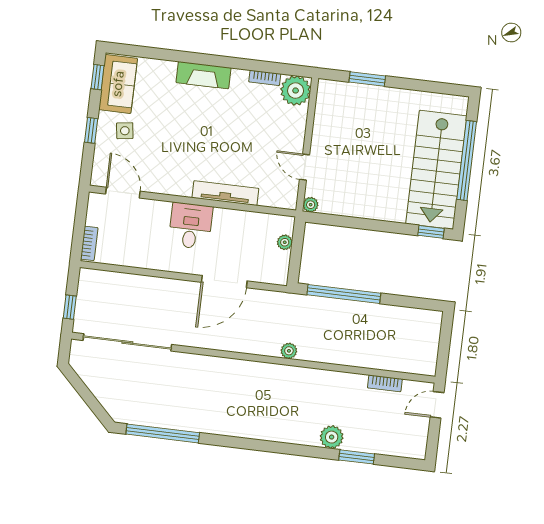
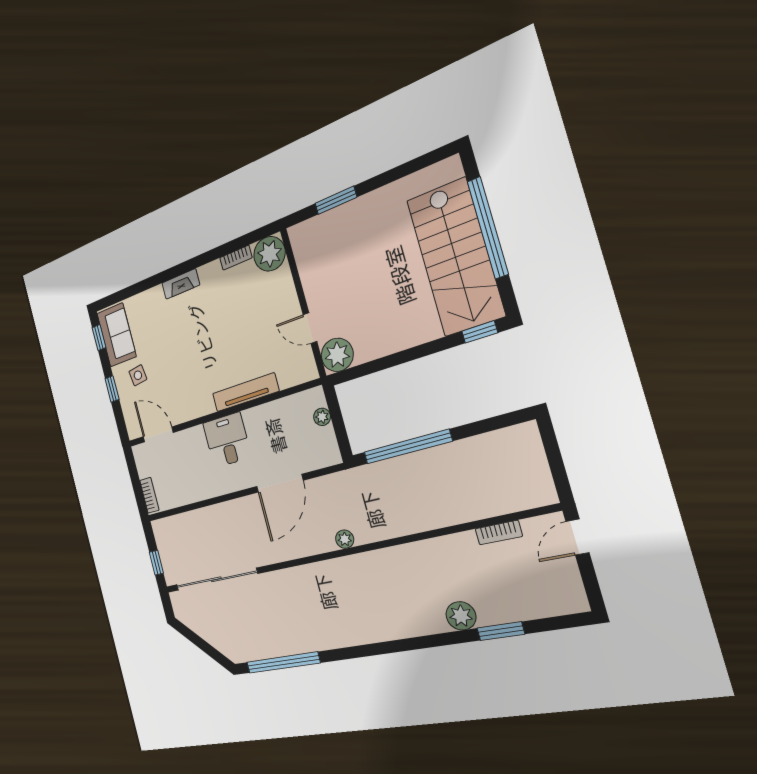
fireplace: (204, 75) -> (181, 284), width x0.73, depth x0.76
plant: (311, 205) -> (337, 355), width x1.88, depth x1.88
plant: (289, 351) -> (345, 539), moved

